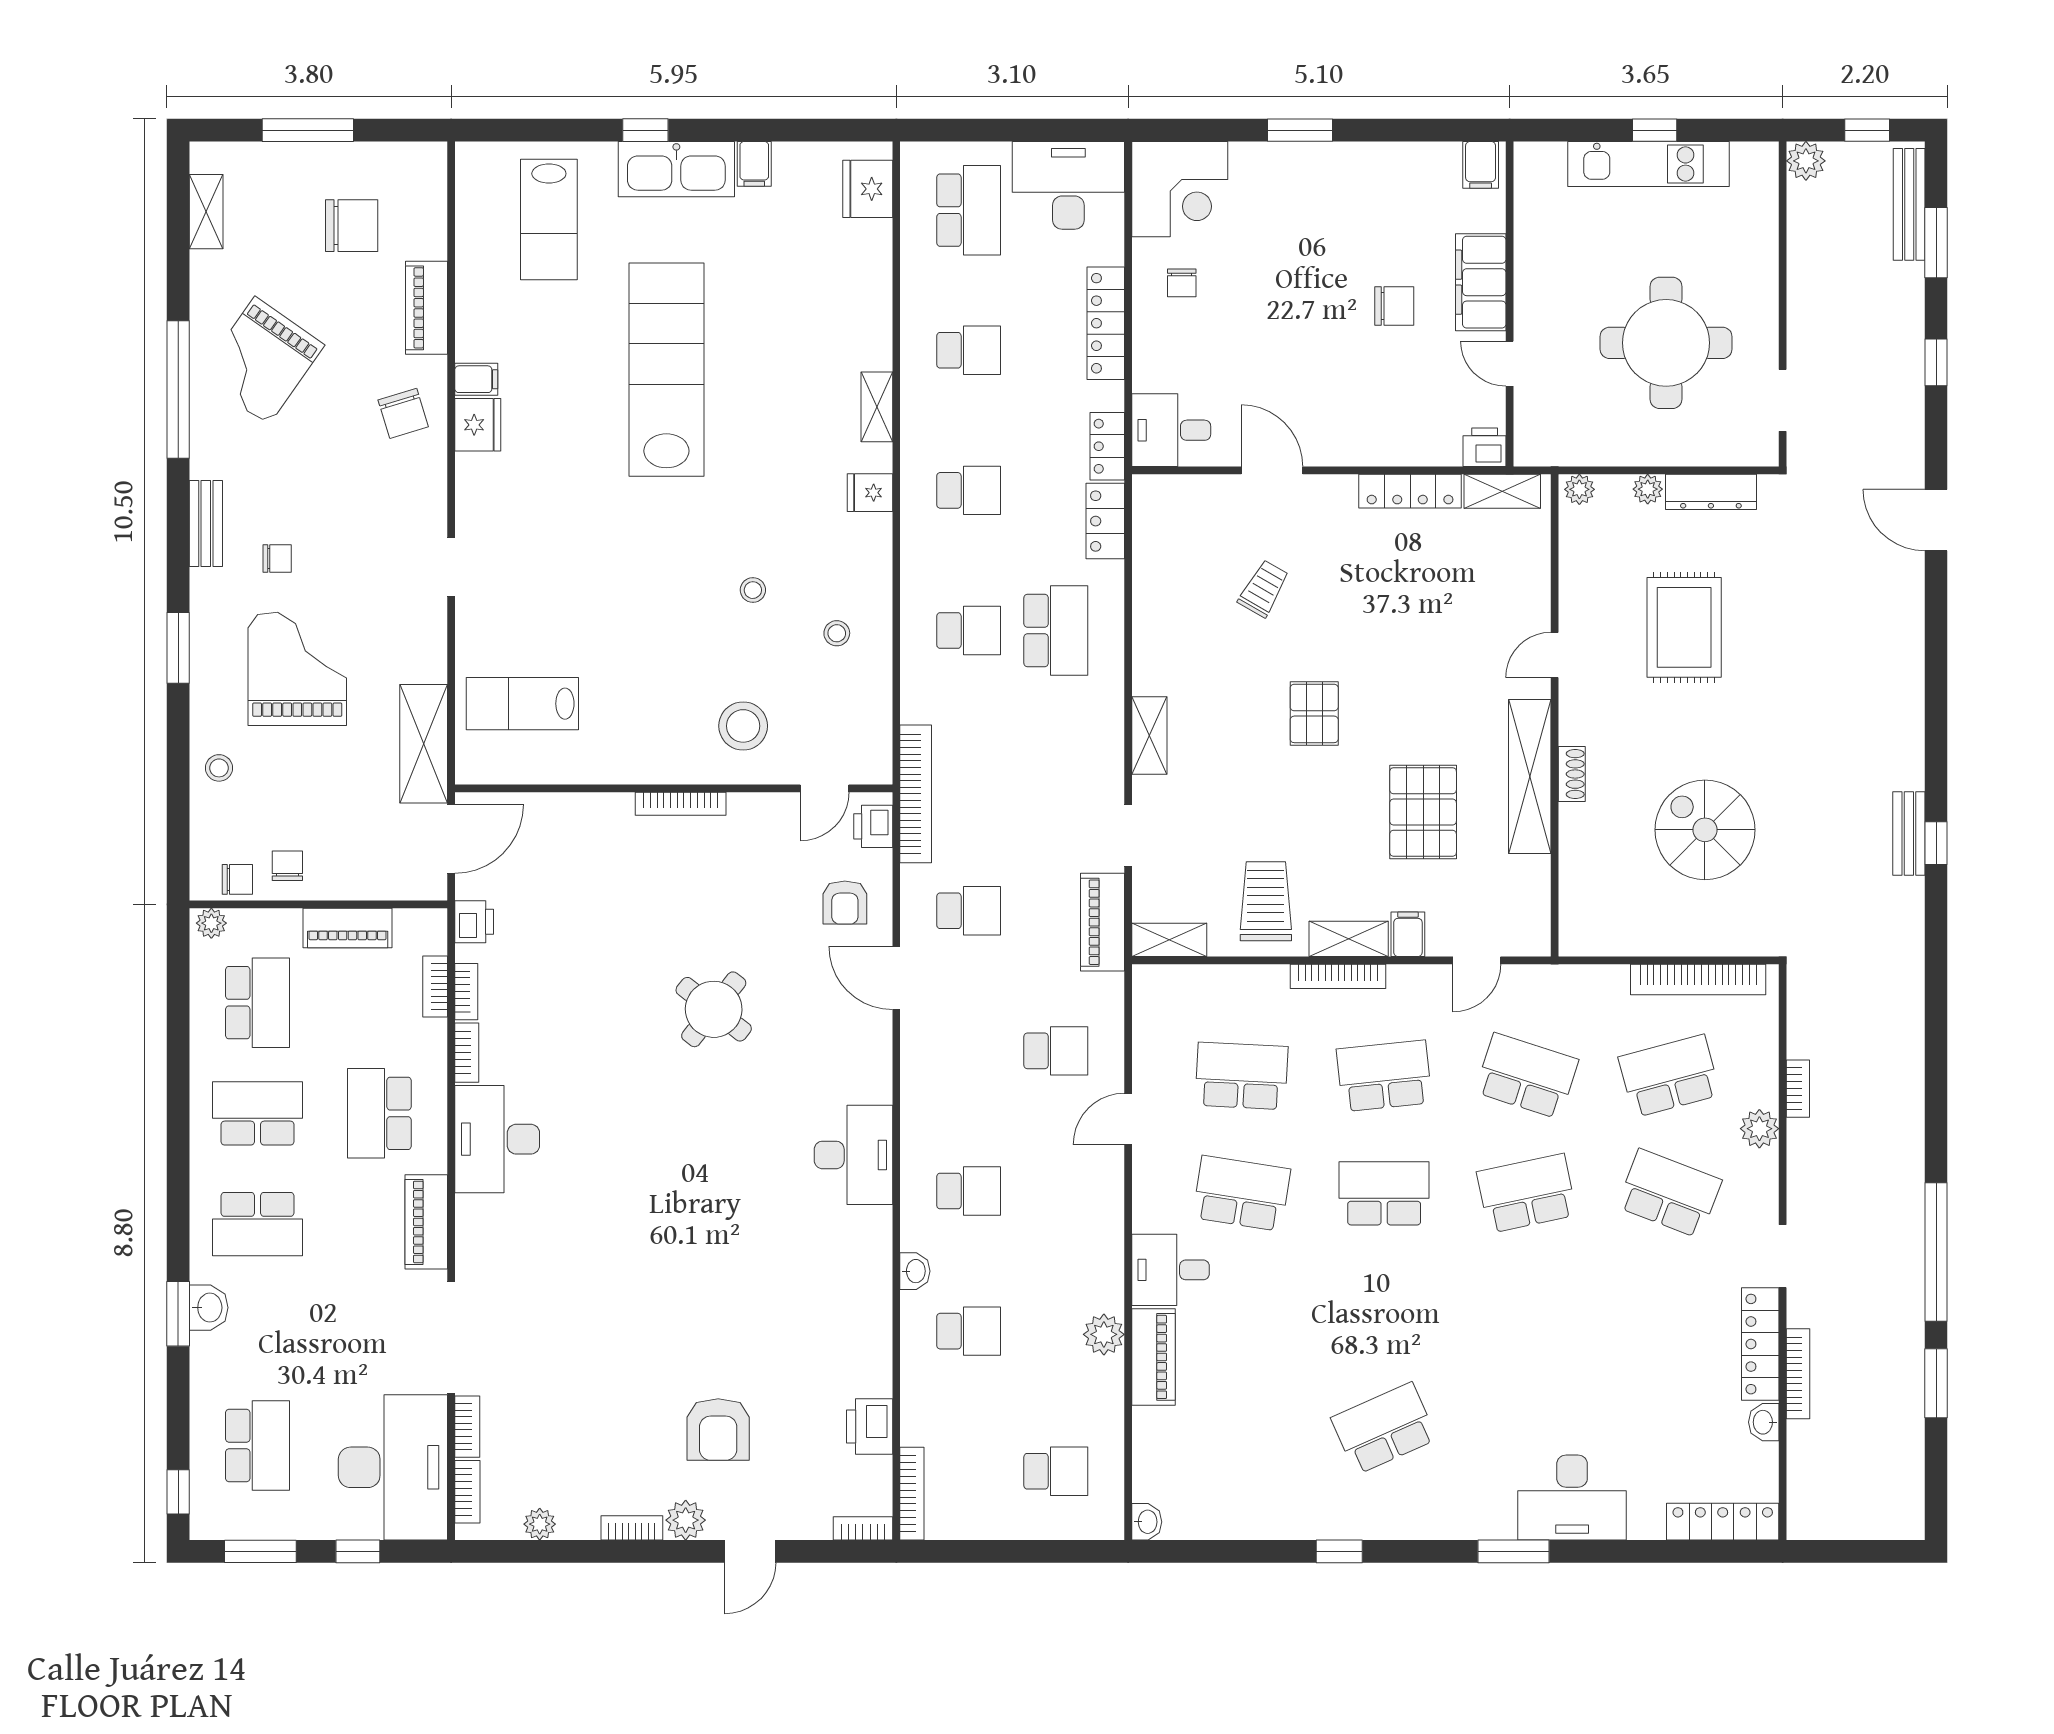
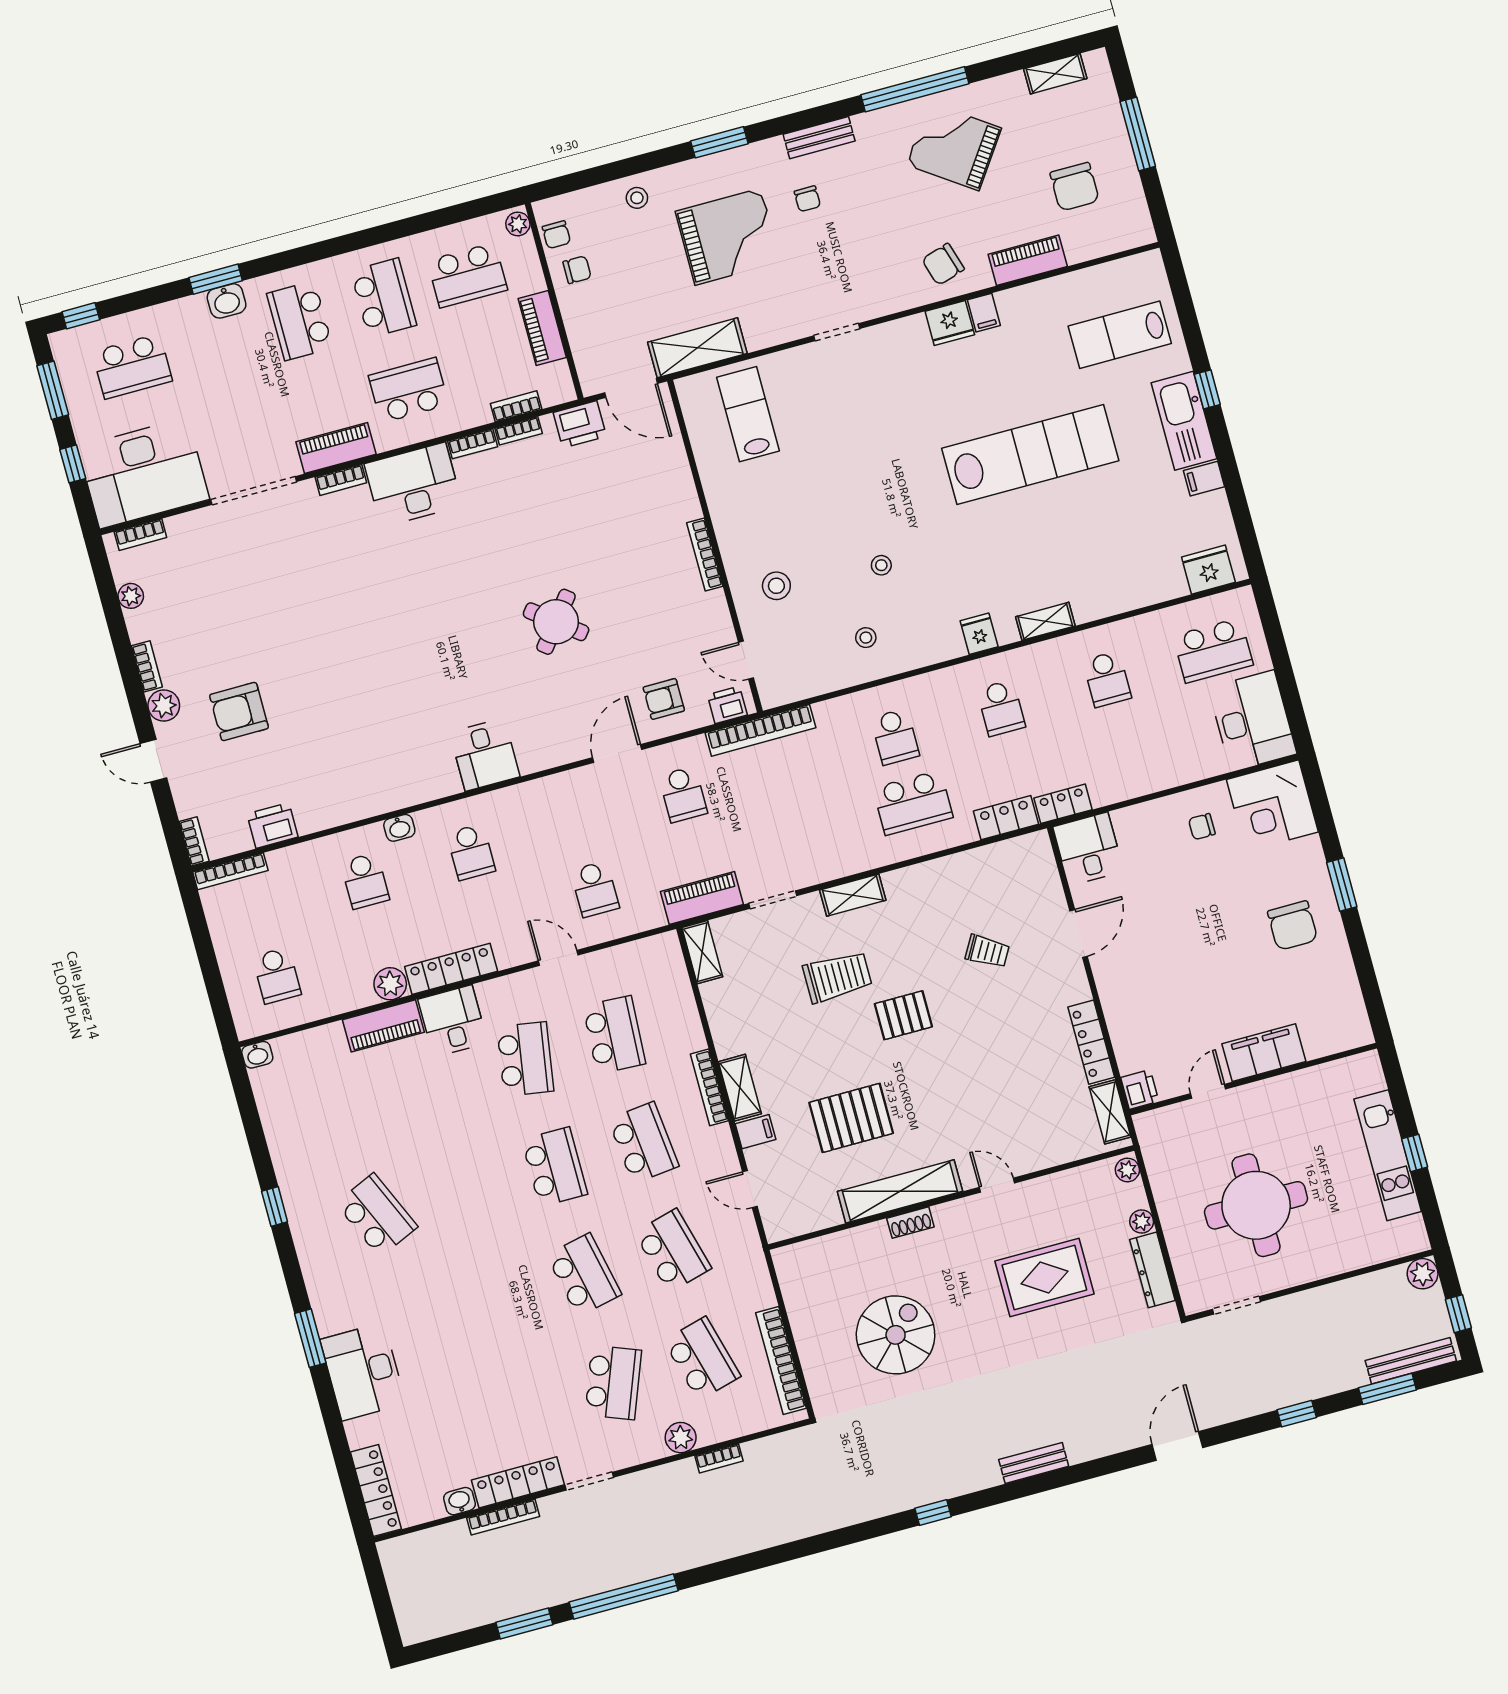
filing cabinet: (1481, 165) -> (1353, 1028), removed
chair: (1394, 306) -> (1292, 926), moved, width x1.37, depth x1.37
locker: (1106, 323) -> (451, 969), moved
stool: (743, 726) -> (776, 586), width x0.73, depth x0.73
bench: (1909, 833) -> (1034, 1463), moved
trolley: (1266, 901) -> (837, 977), moved
printer: (474, 922) -> (580, 424), width x1.36, depth x1.24
school desk: (1527, 1076) -> (673, 1251), turned -33
desk: (853, 1155) -> (485, 755), width x0.73
bookcase: (467, 1427) -> (341, 480), moved

